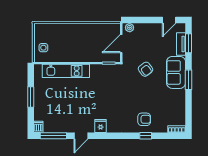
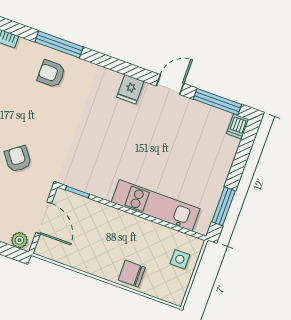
chair: (65, 31) -> (132, 274), added
door: (121, 44) -> (44, 218), hinge flipped
window: (31, 97) -> (224, 206), moved
window: (146, 136) -> (59, 44), width x2.17

